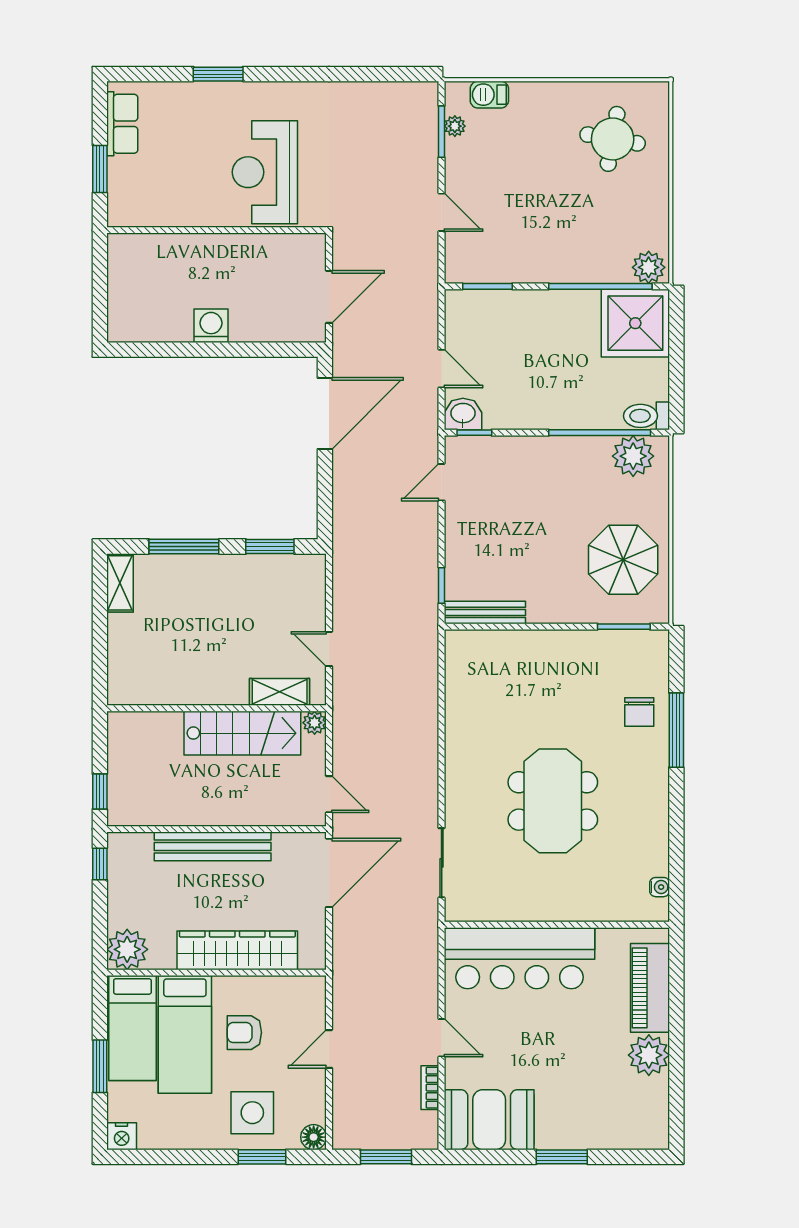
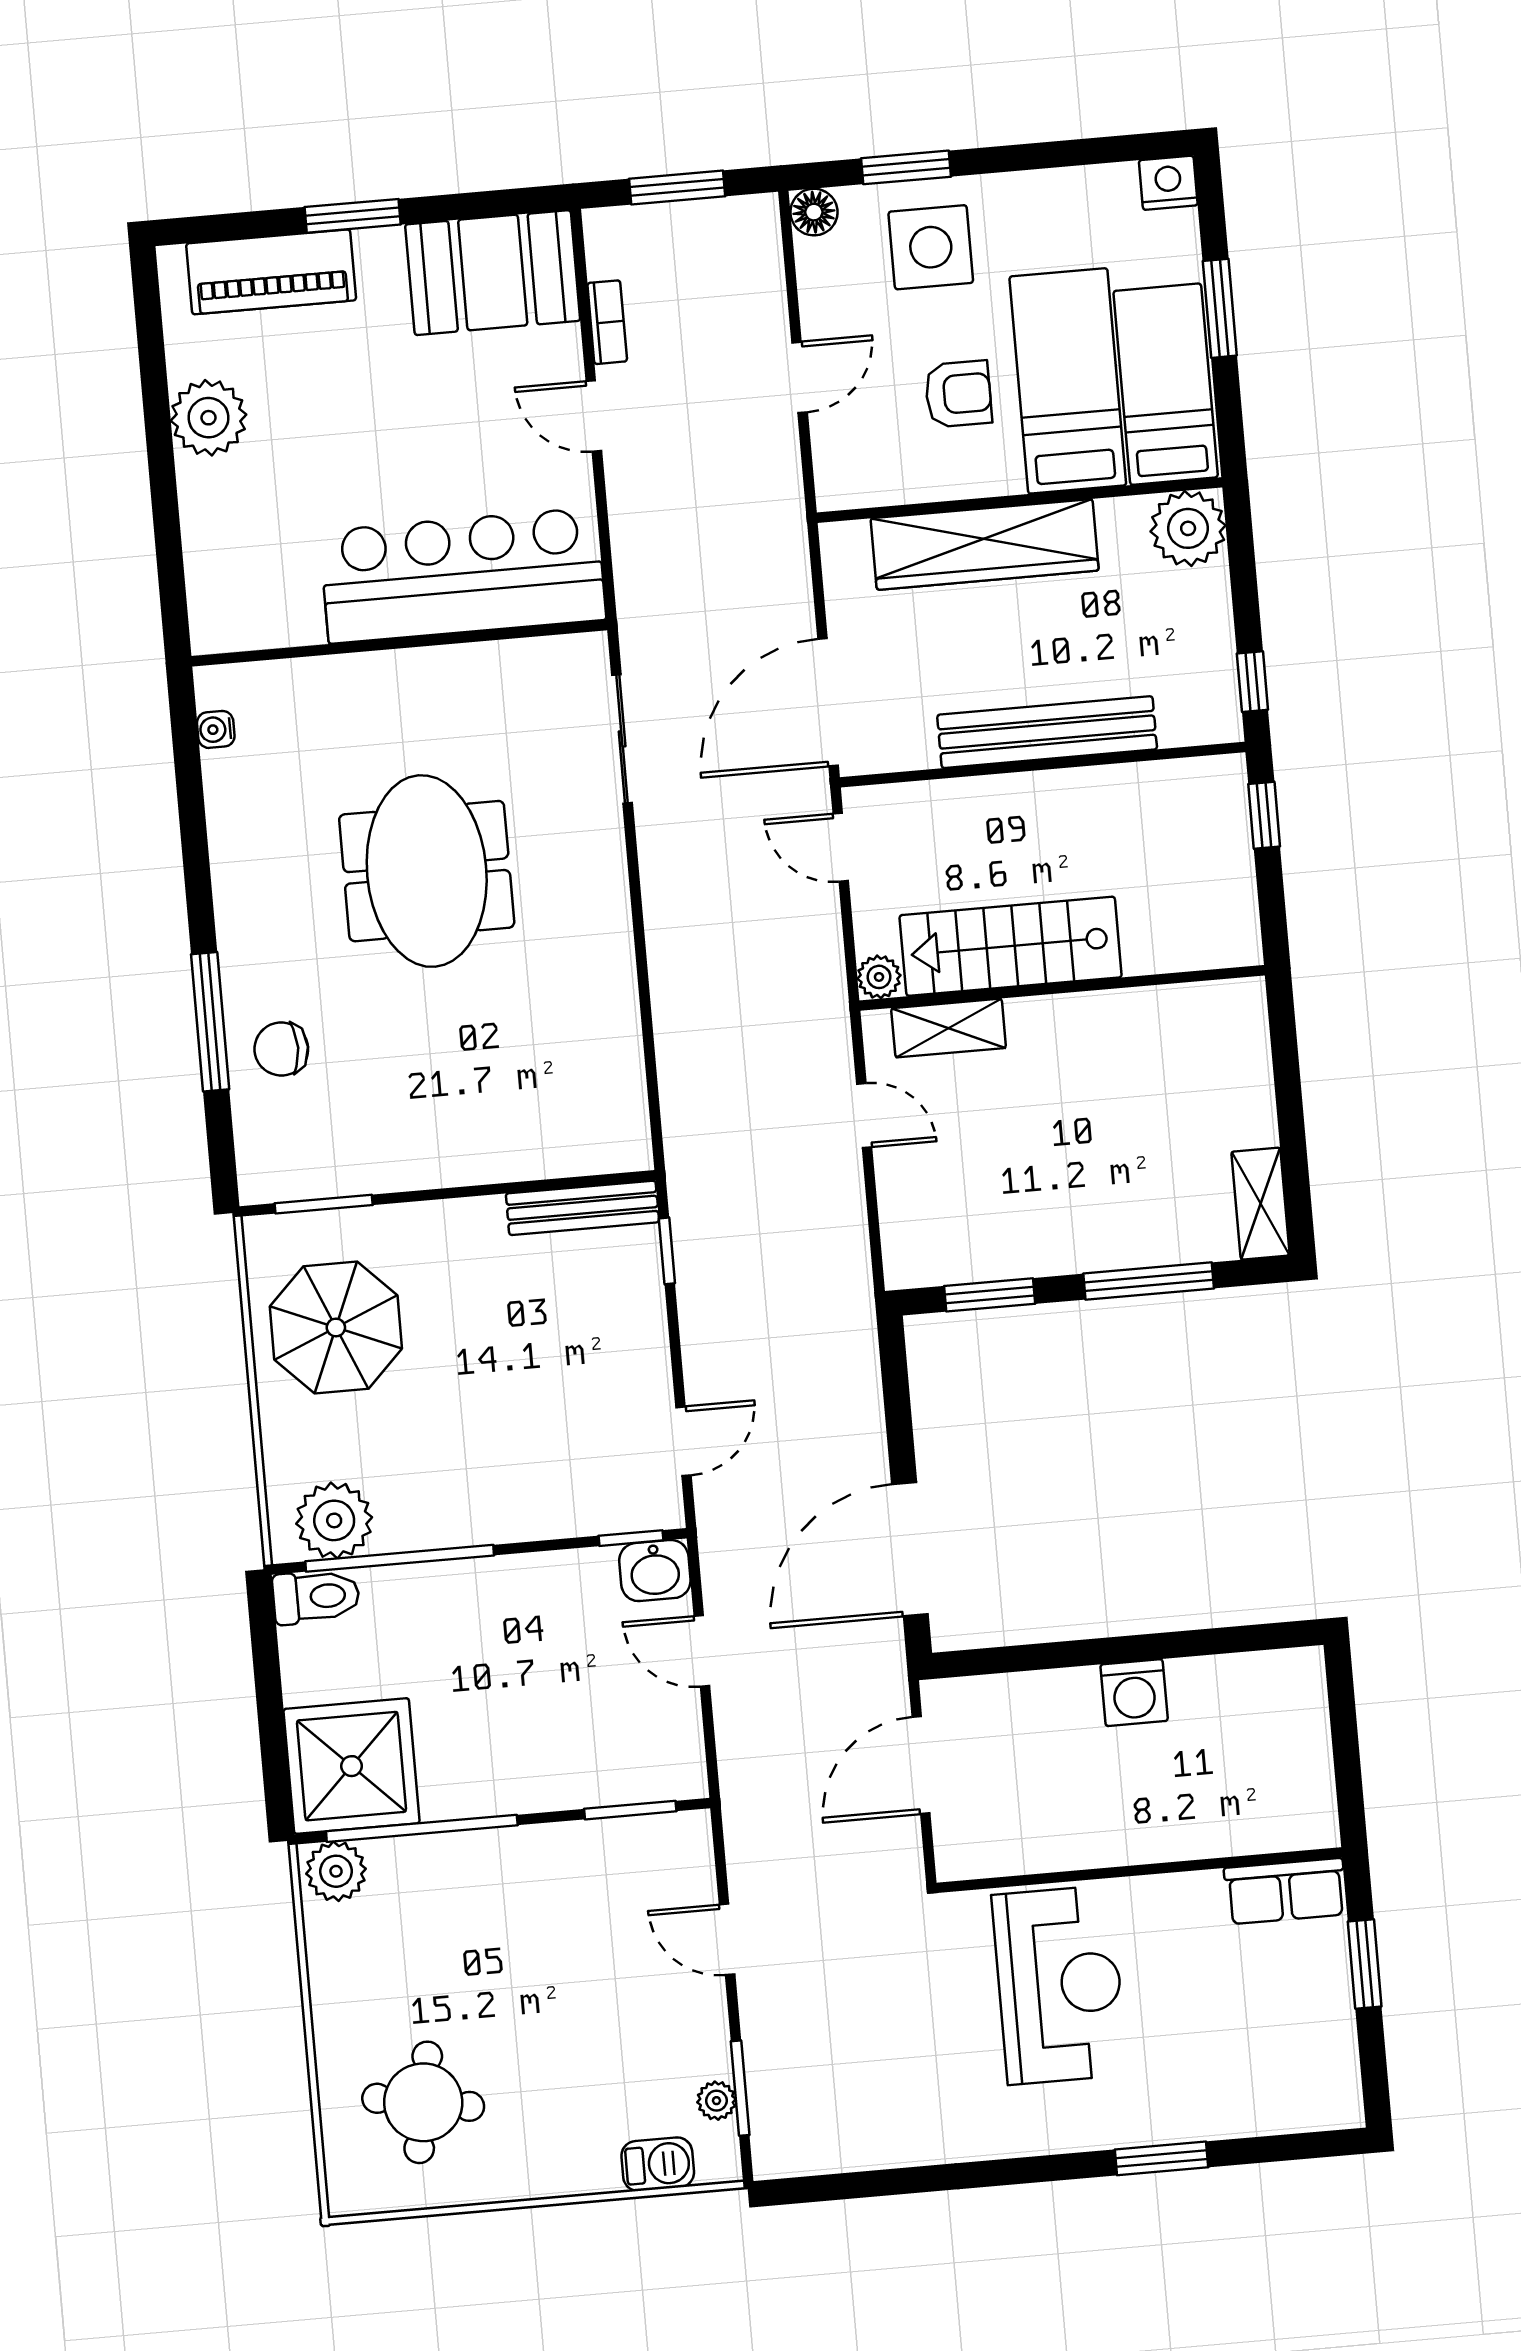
row of seats: (122, 124) -> (1285, 1891), moved, turned -90
chair: (639, 712) -> (281, 1049), turned -90
piano: (650, 988) -> (271, 272), moved, turned 90

